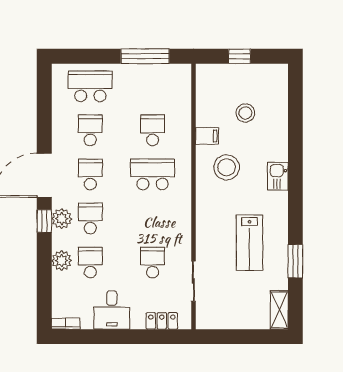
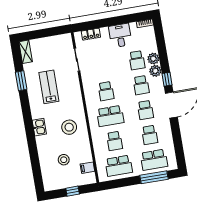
window: (145, 56) -> (154, 177), moved
school desk: (153, 86) -> (119, 166), added
filing cabinet: (207, 136) -> (87, 168), moved
plant: (62, 219) -> (155, 71), moved
school desk: (153, 263) -> (106, 91), moved

